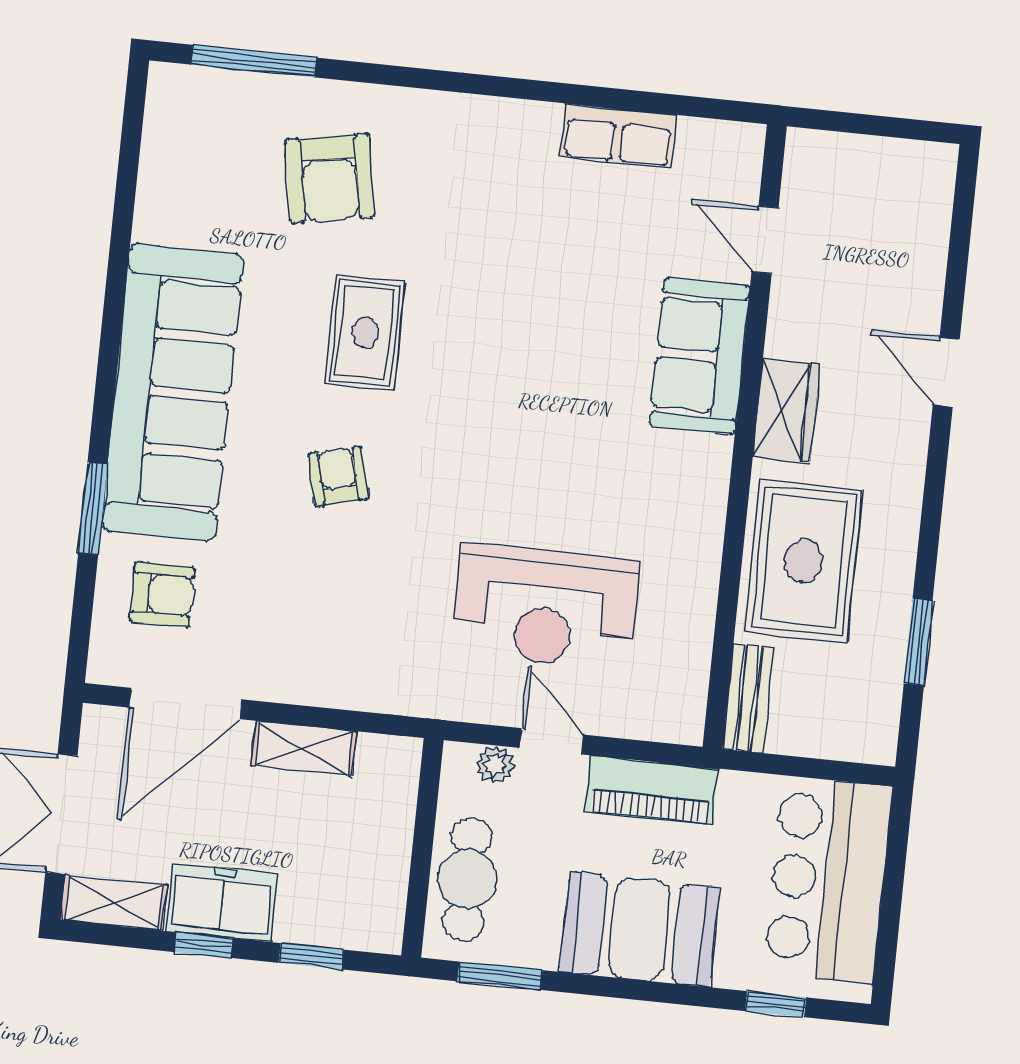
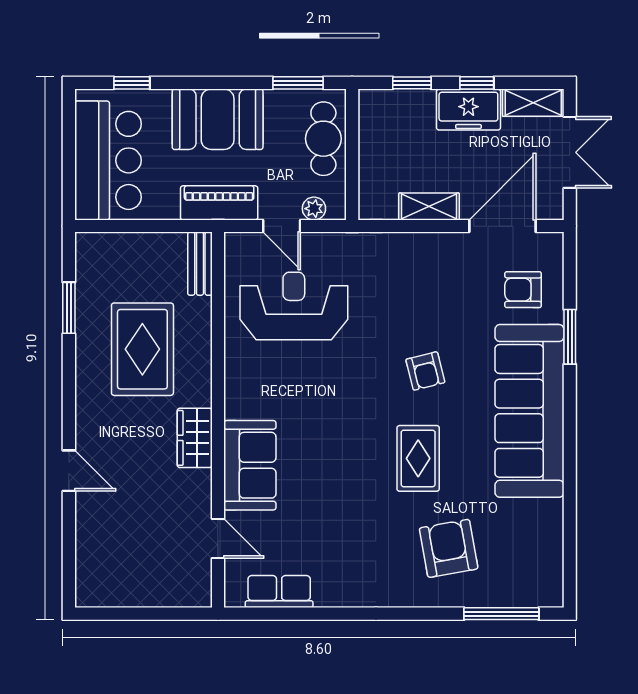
door: (765, 240) -> (218, 539), moved
sofa: (700, 356) -> (250, 465), moved
wardrobe: (786, 411) -> (195, 438), moved
wall: (745, 437) -> (218, 420), moved
bench: (748, 699) -> (200, 264), moved

